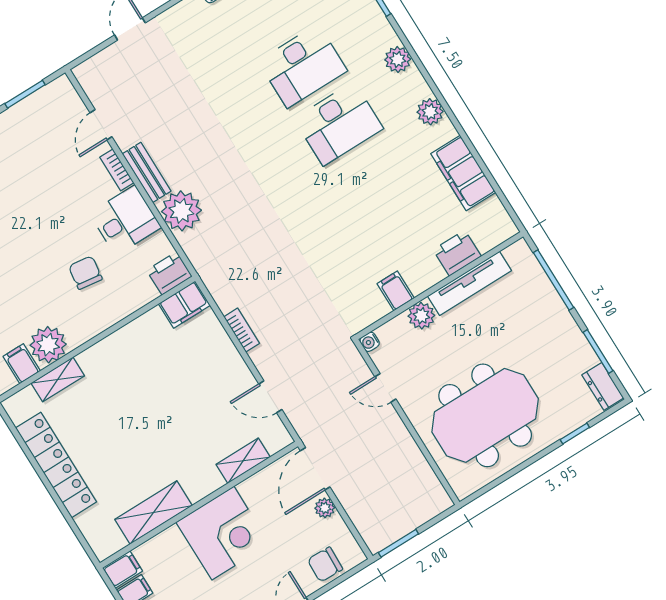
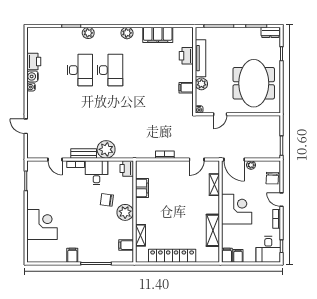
plant: (398, 59) -> (88, 33), moved
filing cabinet: (184, 305) -> (142, 188), moved
plant: (48, 345) -> (125, 212), moved

